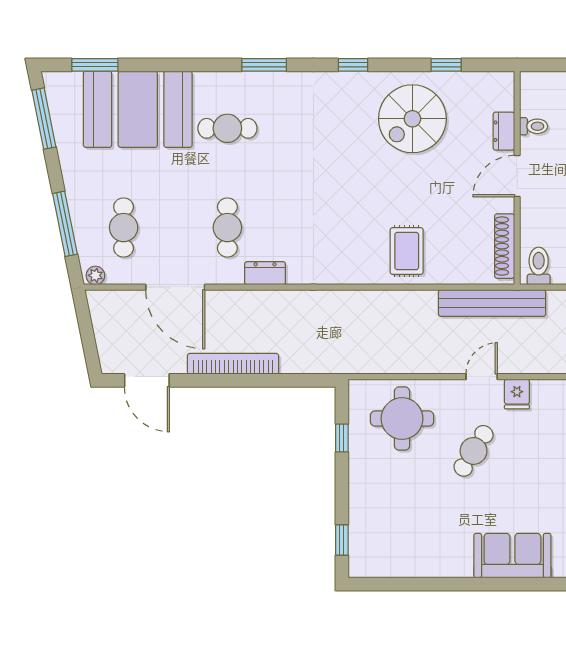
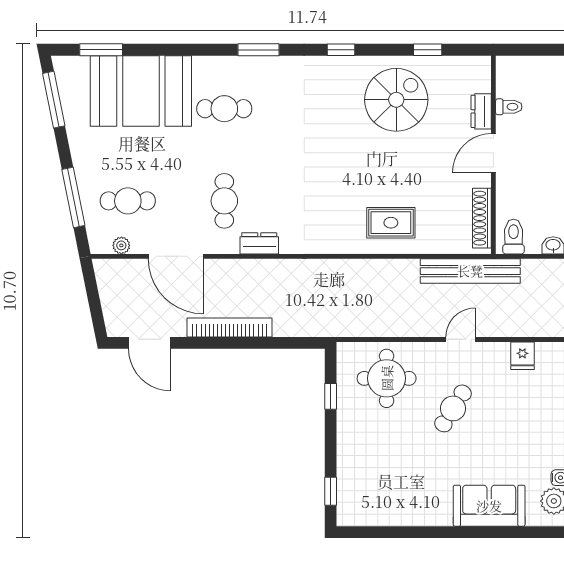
spiral stairs: (412, 119) -> (396, 100), turned 180
cafe table: (124, 228) -> (128, 201), turned 90
rug: (407, 251) -> (391, 223), turned 90
plant: (95, 275) -> (121, 245), moved
fridge: (517, 394) -> (522, 356), moved

